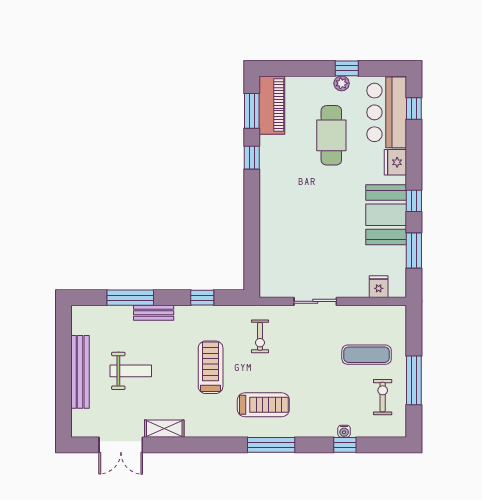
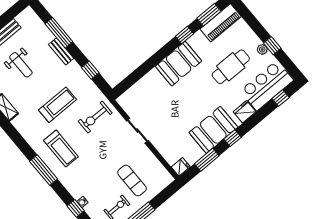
booth: (278, 191) -> (179, 64), added
fridge: (379, 287) -> (181, 167), moved
exercise bike: (260, 336) -> (95, 117), width x1.38, depth x1.39

